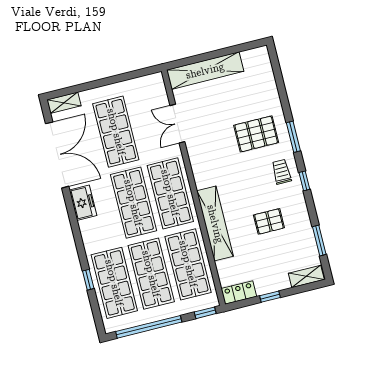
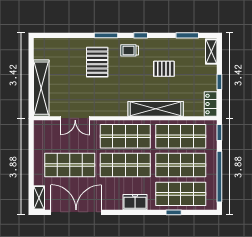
freezer: (83, 203) -> (135, 202), moved
pallet: (269, 221) -> (164, 69), turned 90

